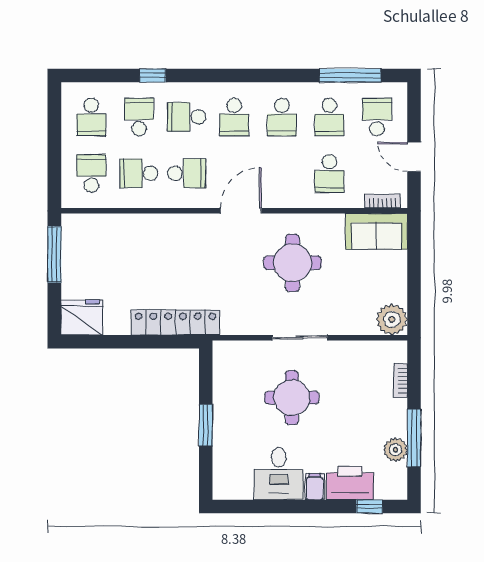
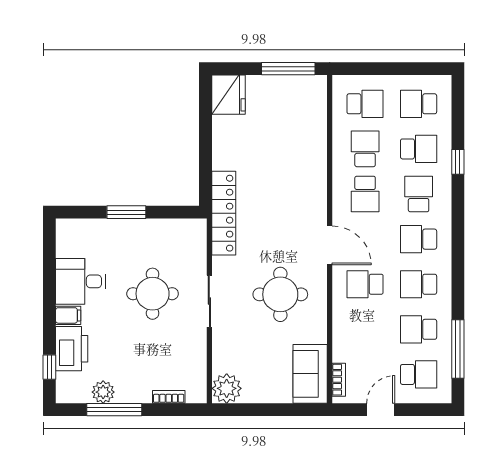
school desk: (329, 173) -> (365, 284), moved
locker: (175, 323) -> (224, 213), moved

